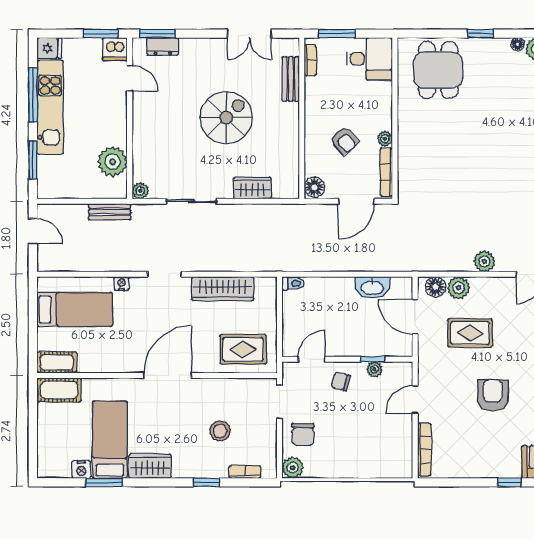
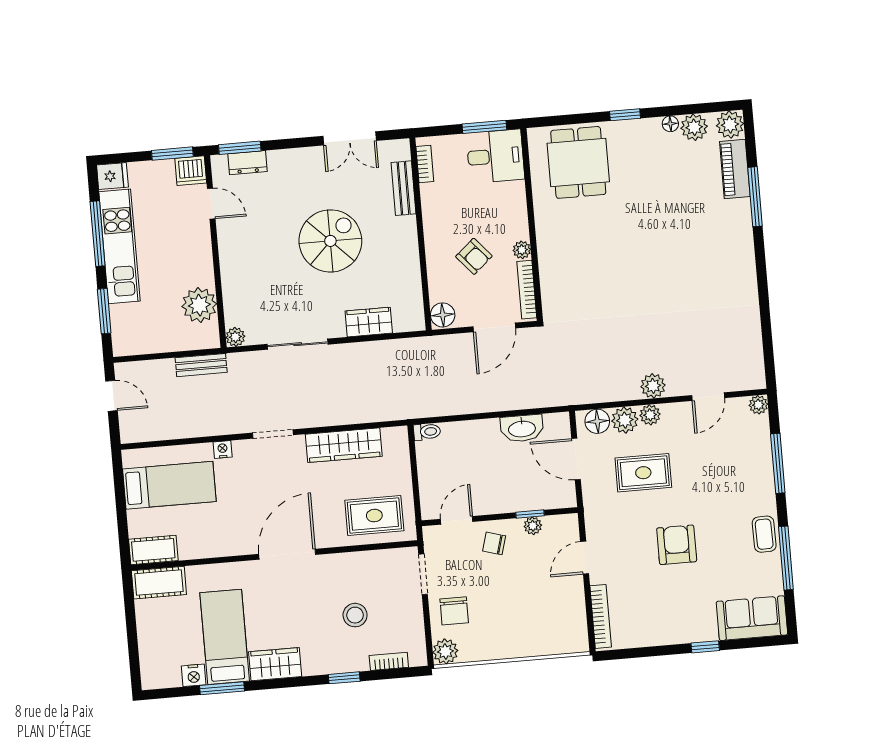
window: (337, 34) -> (484, 127), moved
plant: (480, 285) -> (650, 415), added

